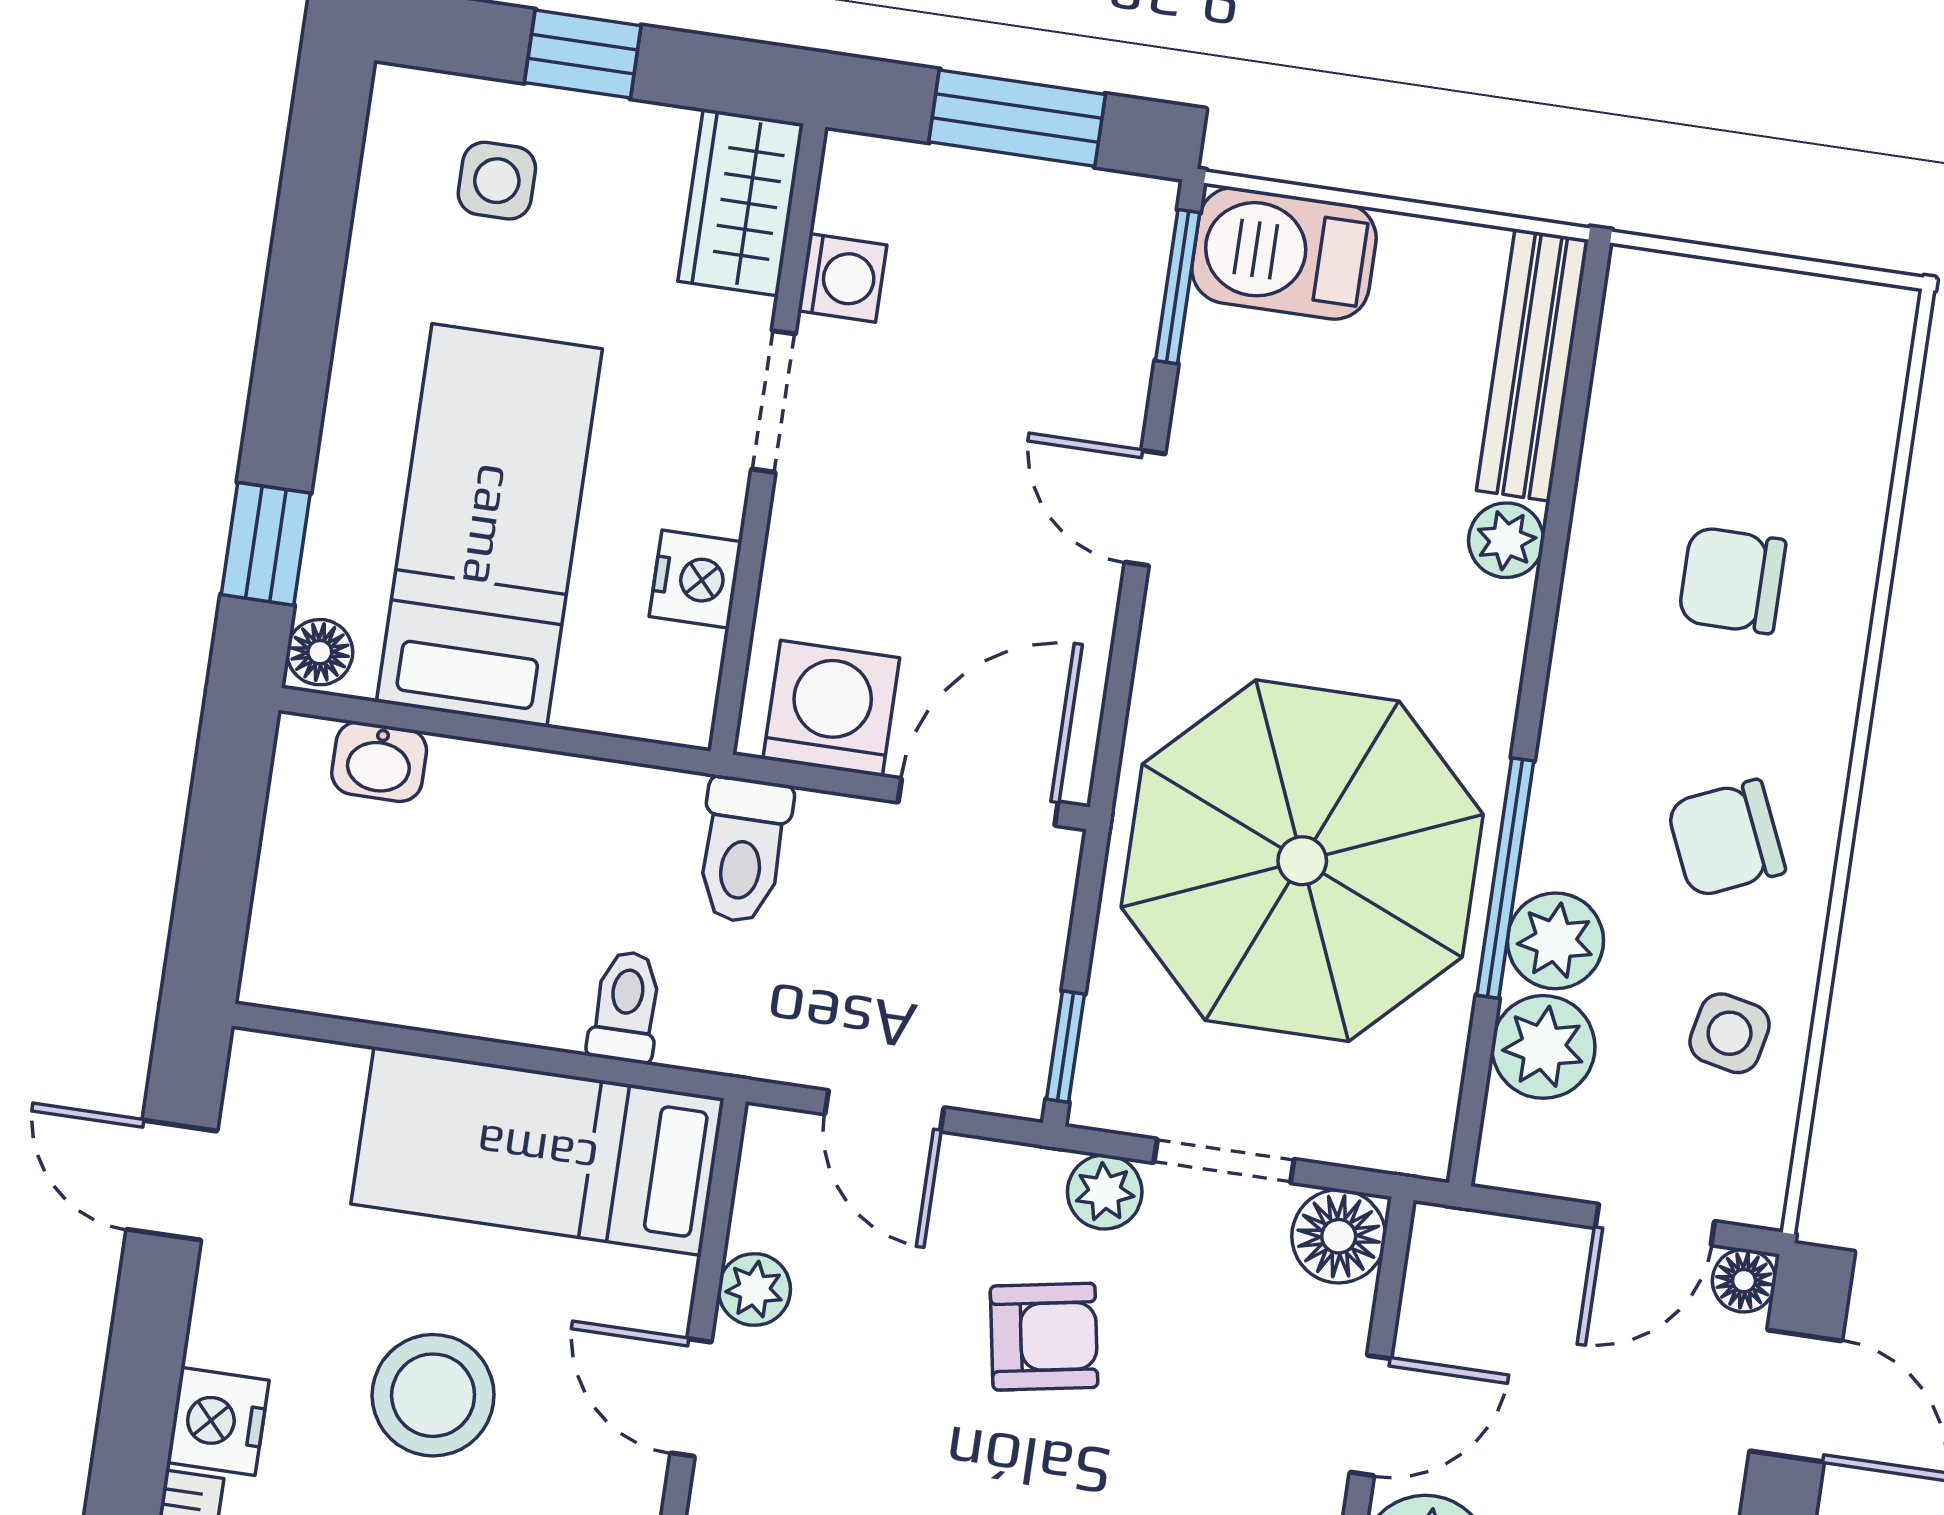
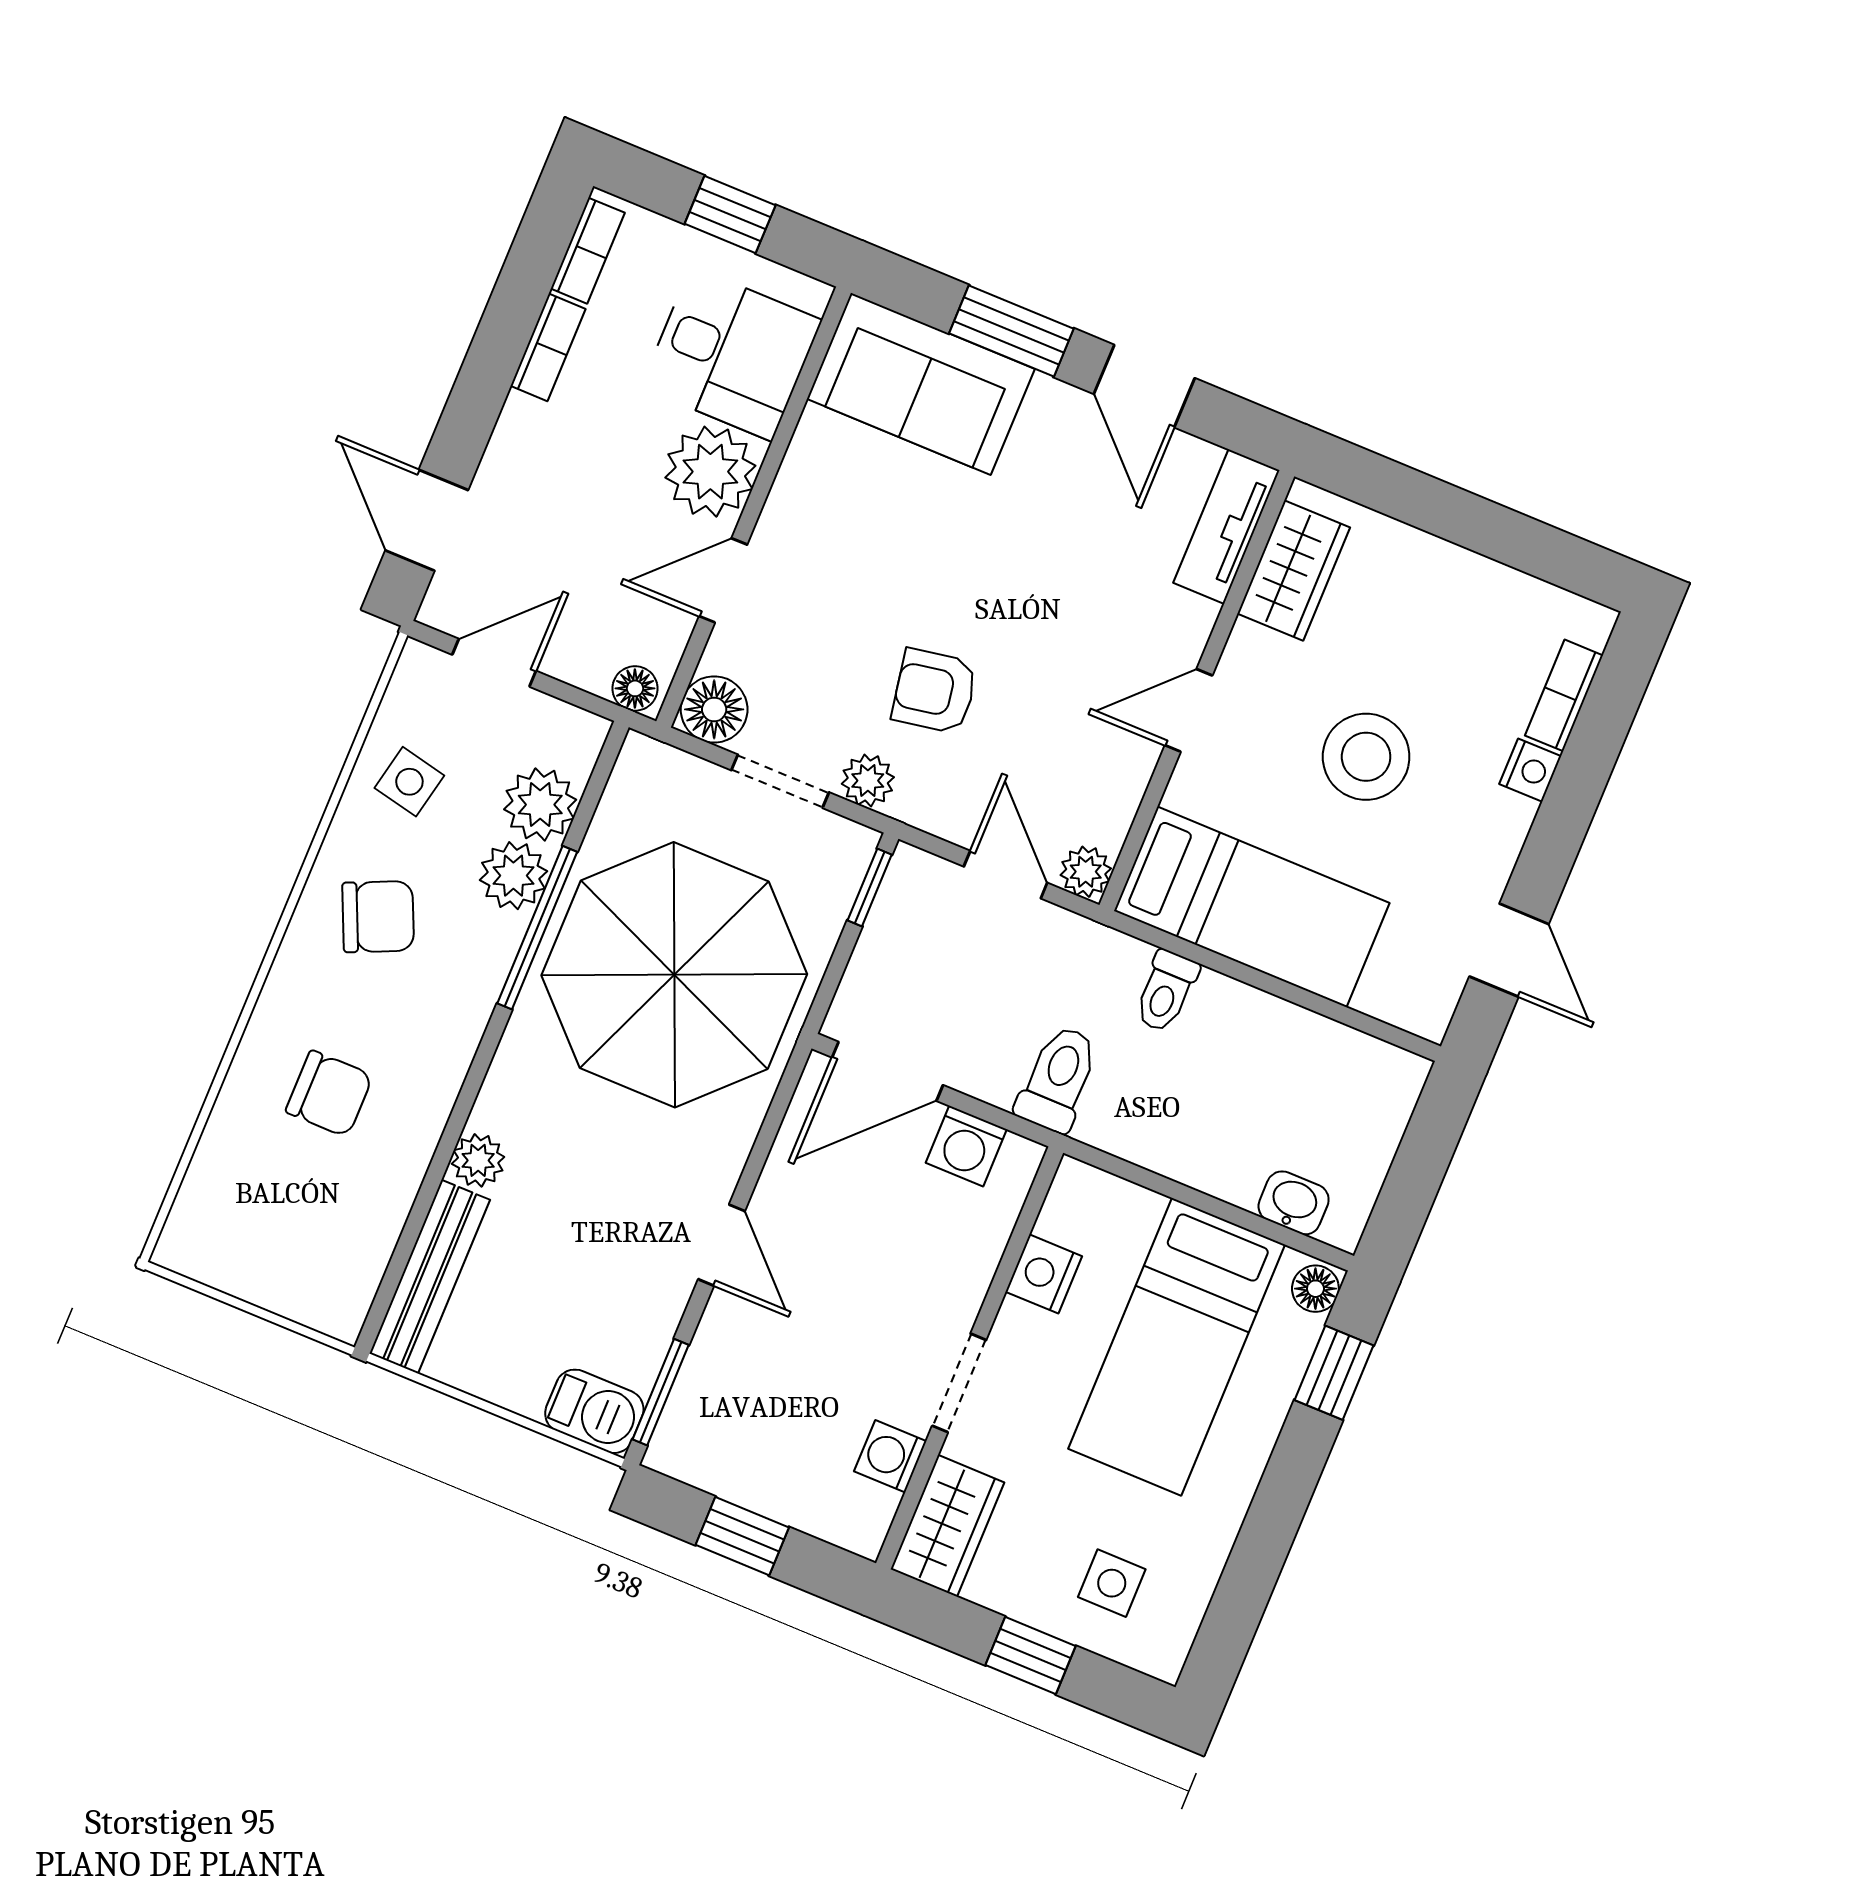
window: (1017, 118) -> (742, 1536), width x0.67
barbecue: (1284, 253) -> (594, 1411), width x0.73, depth x0.79
washing machine: (831, 708) -> (966, 1146), width x0.73, depth x0.73
floor lamp: (1744, 1281) -> (635, 688), moved
plant: (754, 1290) -> (1086, 872), moved
door: (691, 1398) -> (1189, 710), swing flipped
nightstand: (218, 1421) -> (1530, 770), width x0.72, depth x0.74

